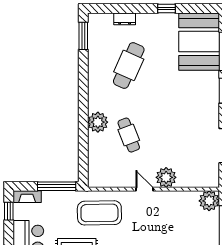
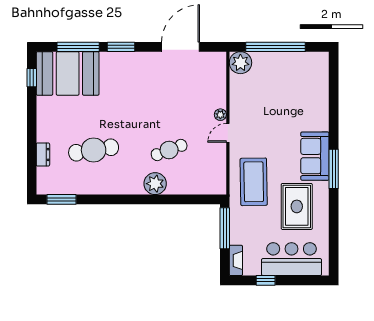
window: (166, 9) -> (32, 78), moved
cafe table: (129, 65) -> (94, 150), turned -33
plant: (166, 177) -> (220, 115), width x0.53, depth x0.53
window: (9, 211) -> (266, 280), moved

